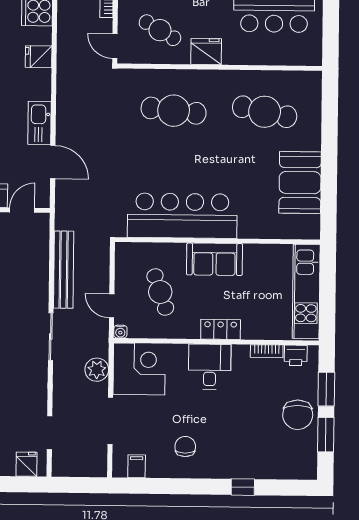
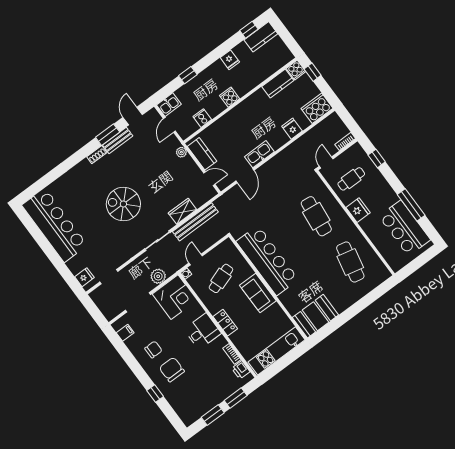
cafe table: (160, 30) -> (351, 179), turned 60
booth: (300, 183) -> (315, 316), moved
wardrobe: (38, 276) -> (182, 211), added
chair: (298, 415) -> (172, 370), moved, turned 90

